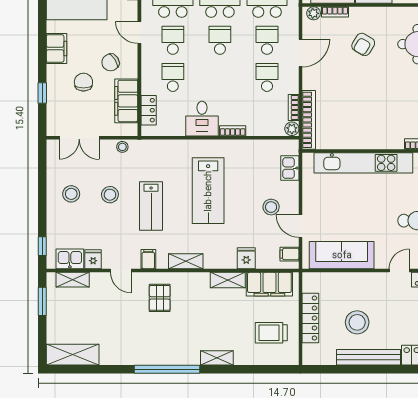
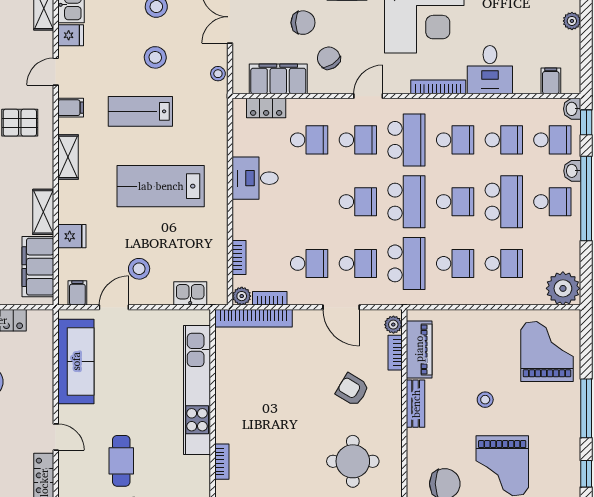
bookcase: (233, 131) -> (239, 257), moved

